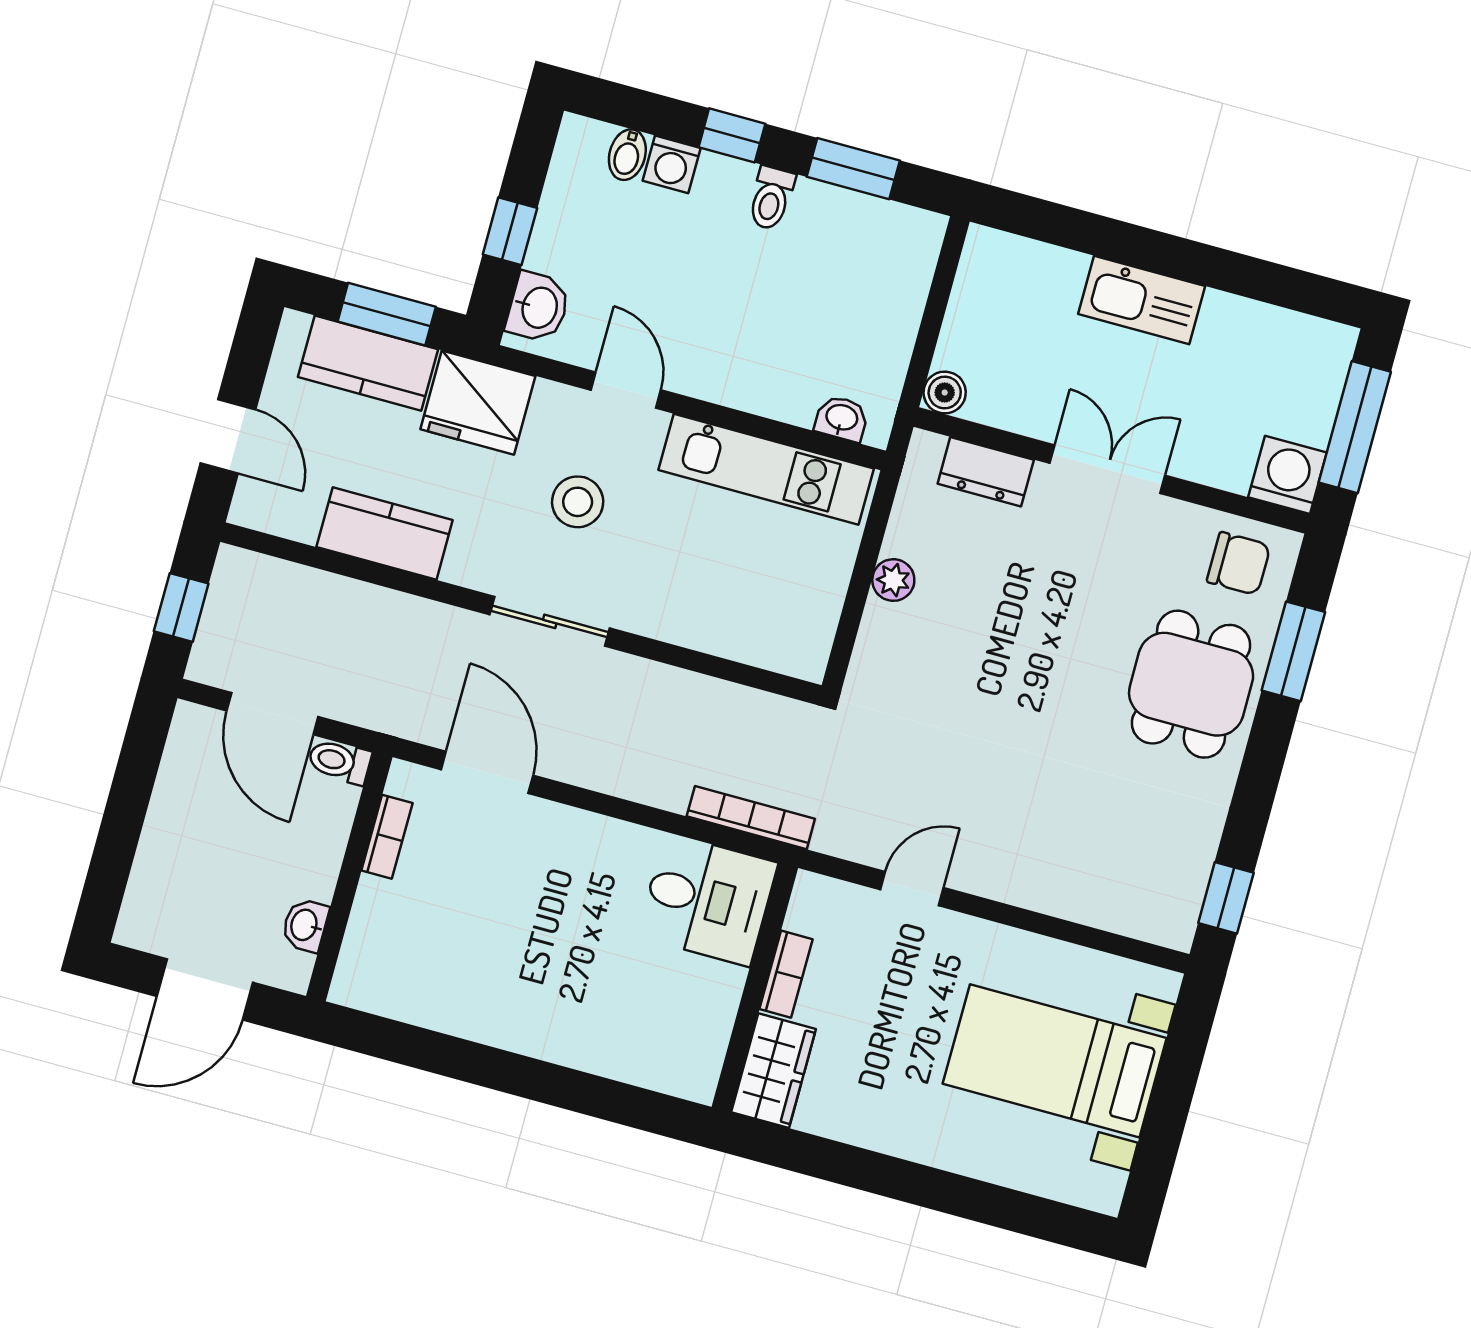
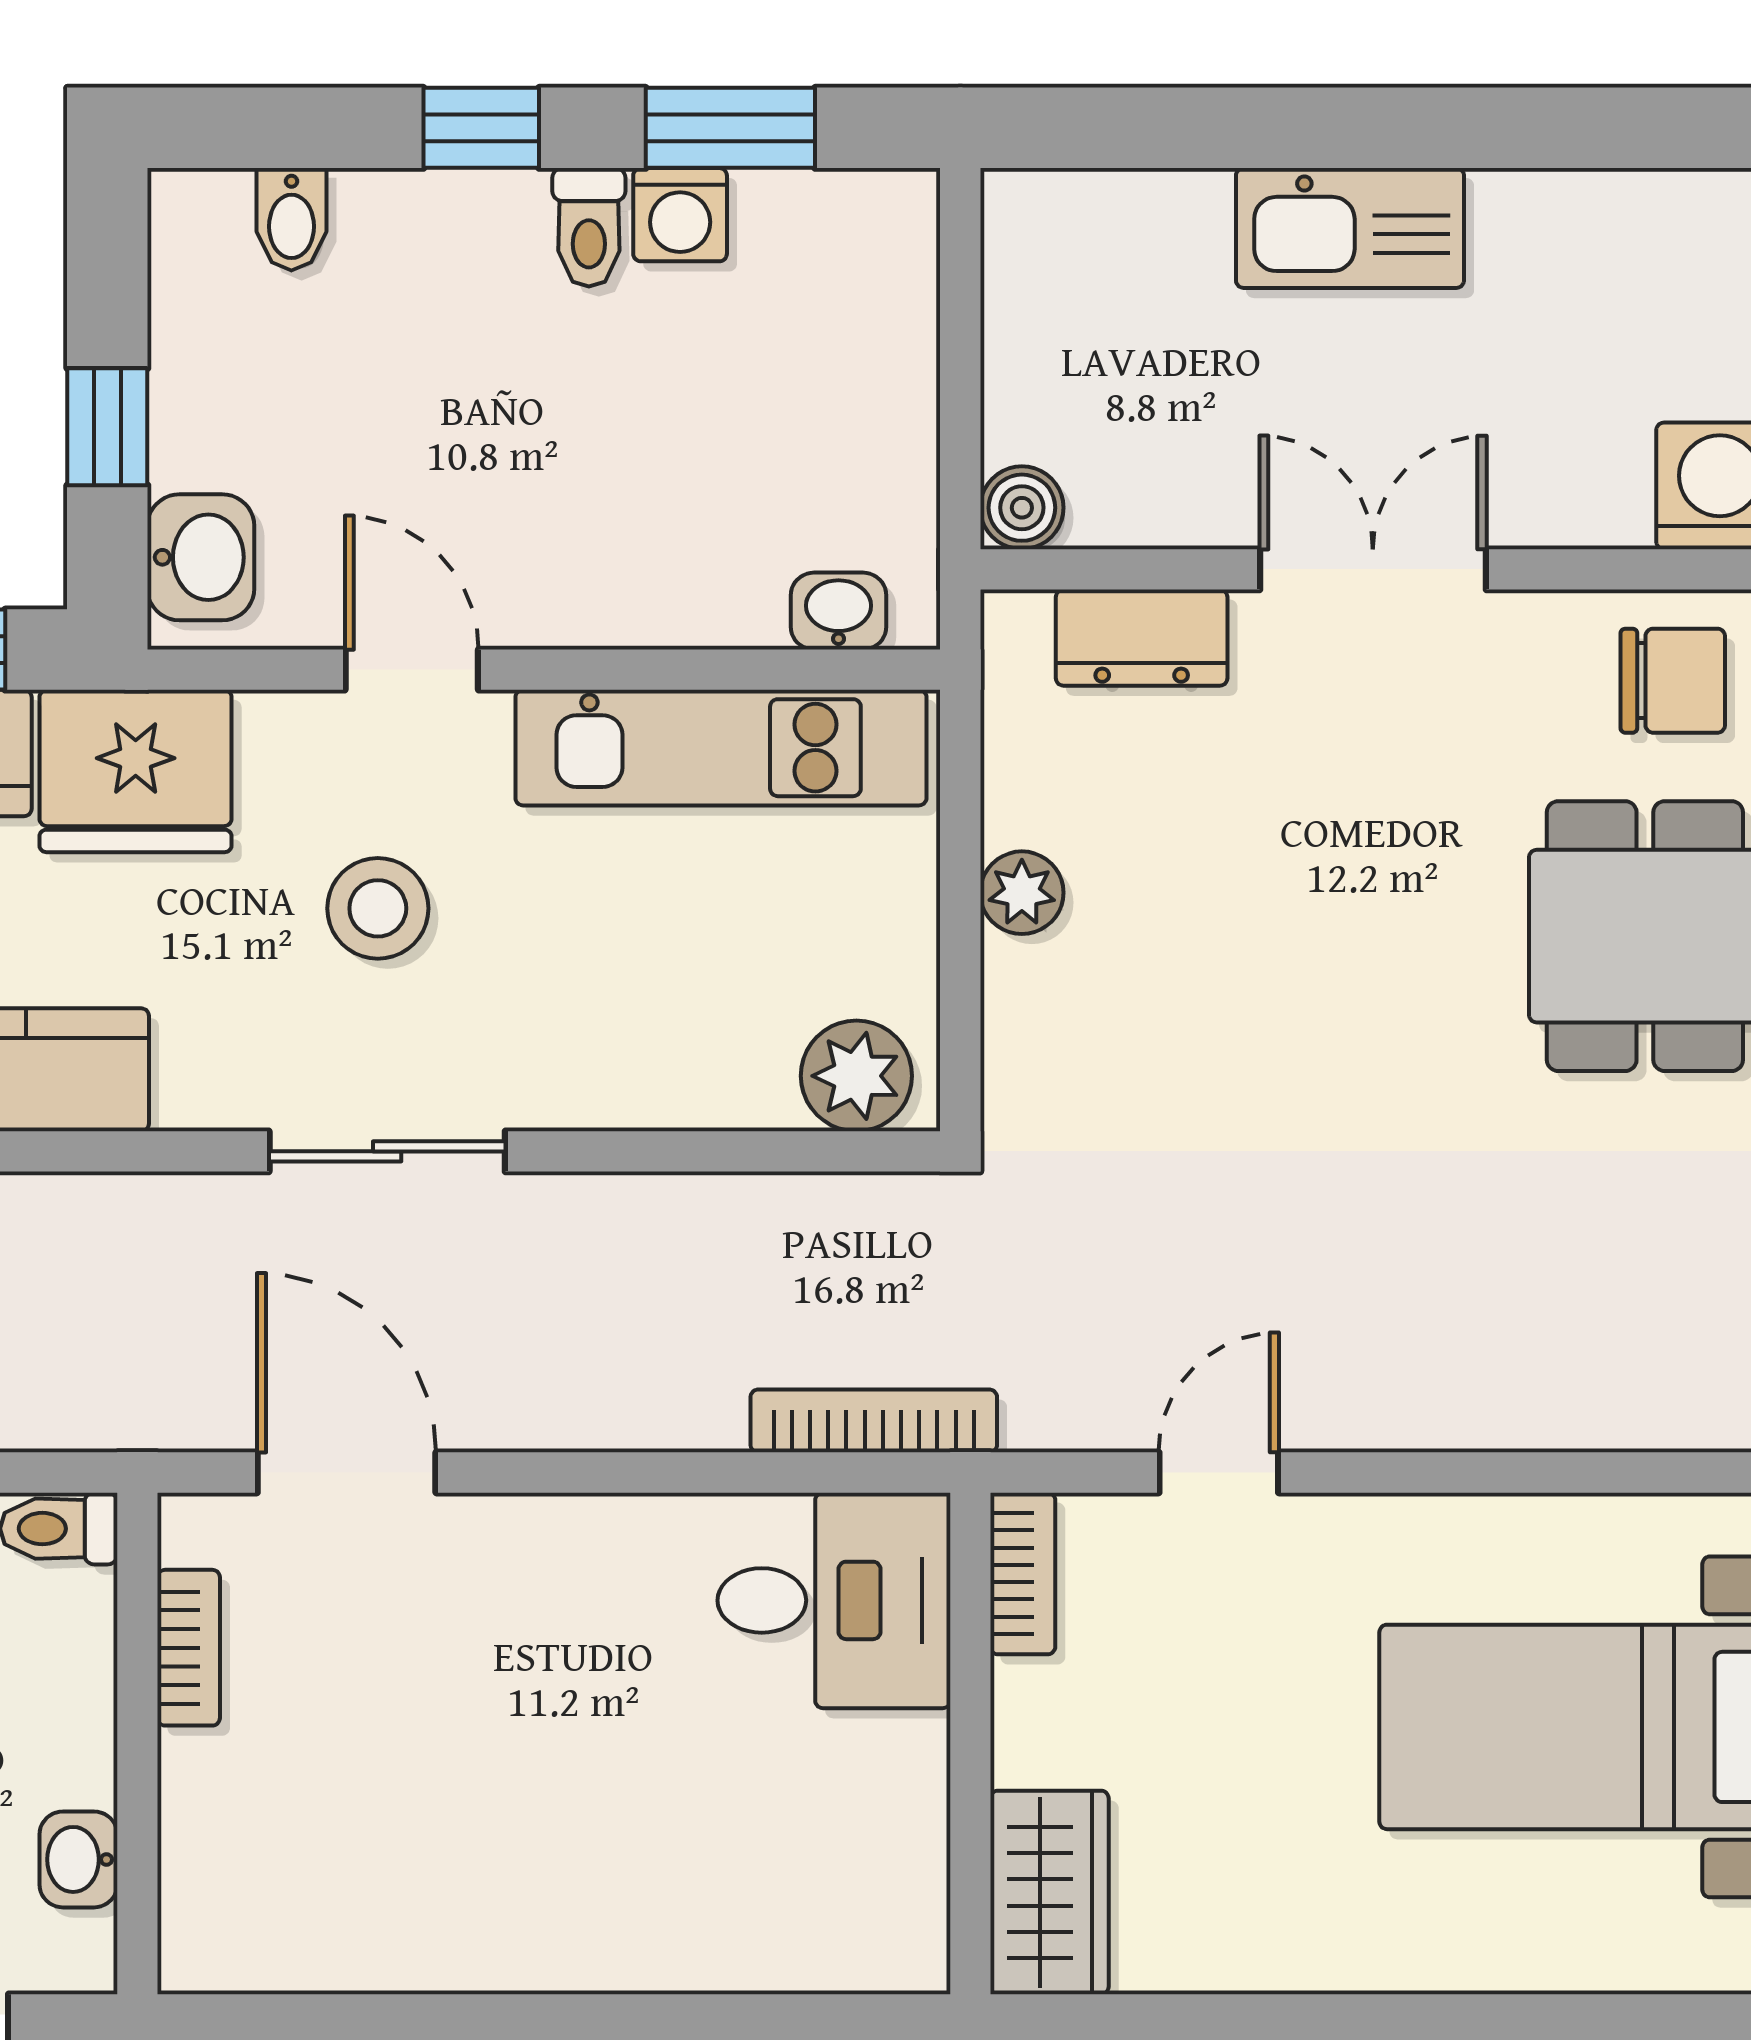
washing machine: (672, 164) -> (680, 215), moved
plant: (788, 647) -> (856, 1076), added
bookcase: (786, 974) -> (1023, 1573), moved

